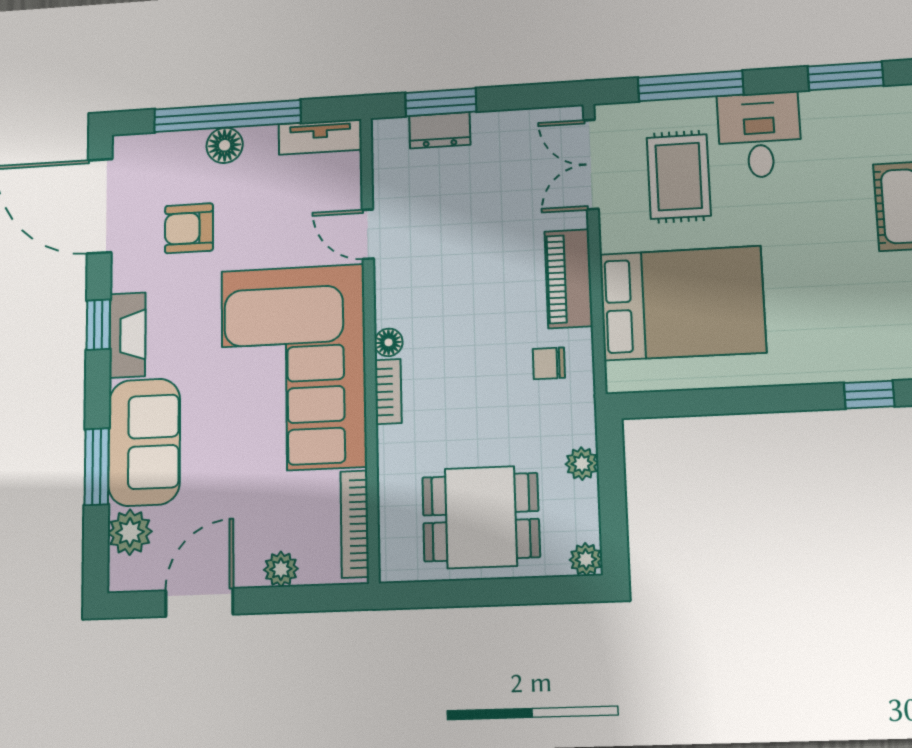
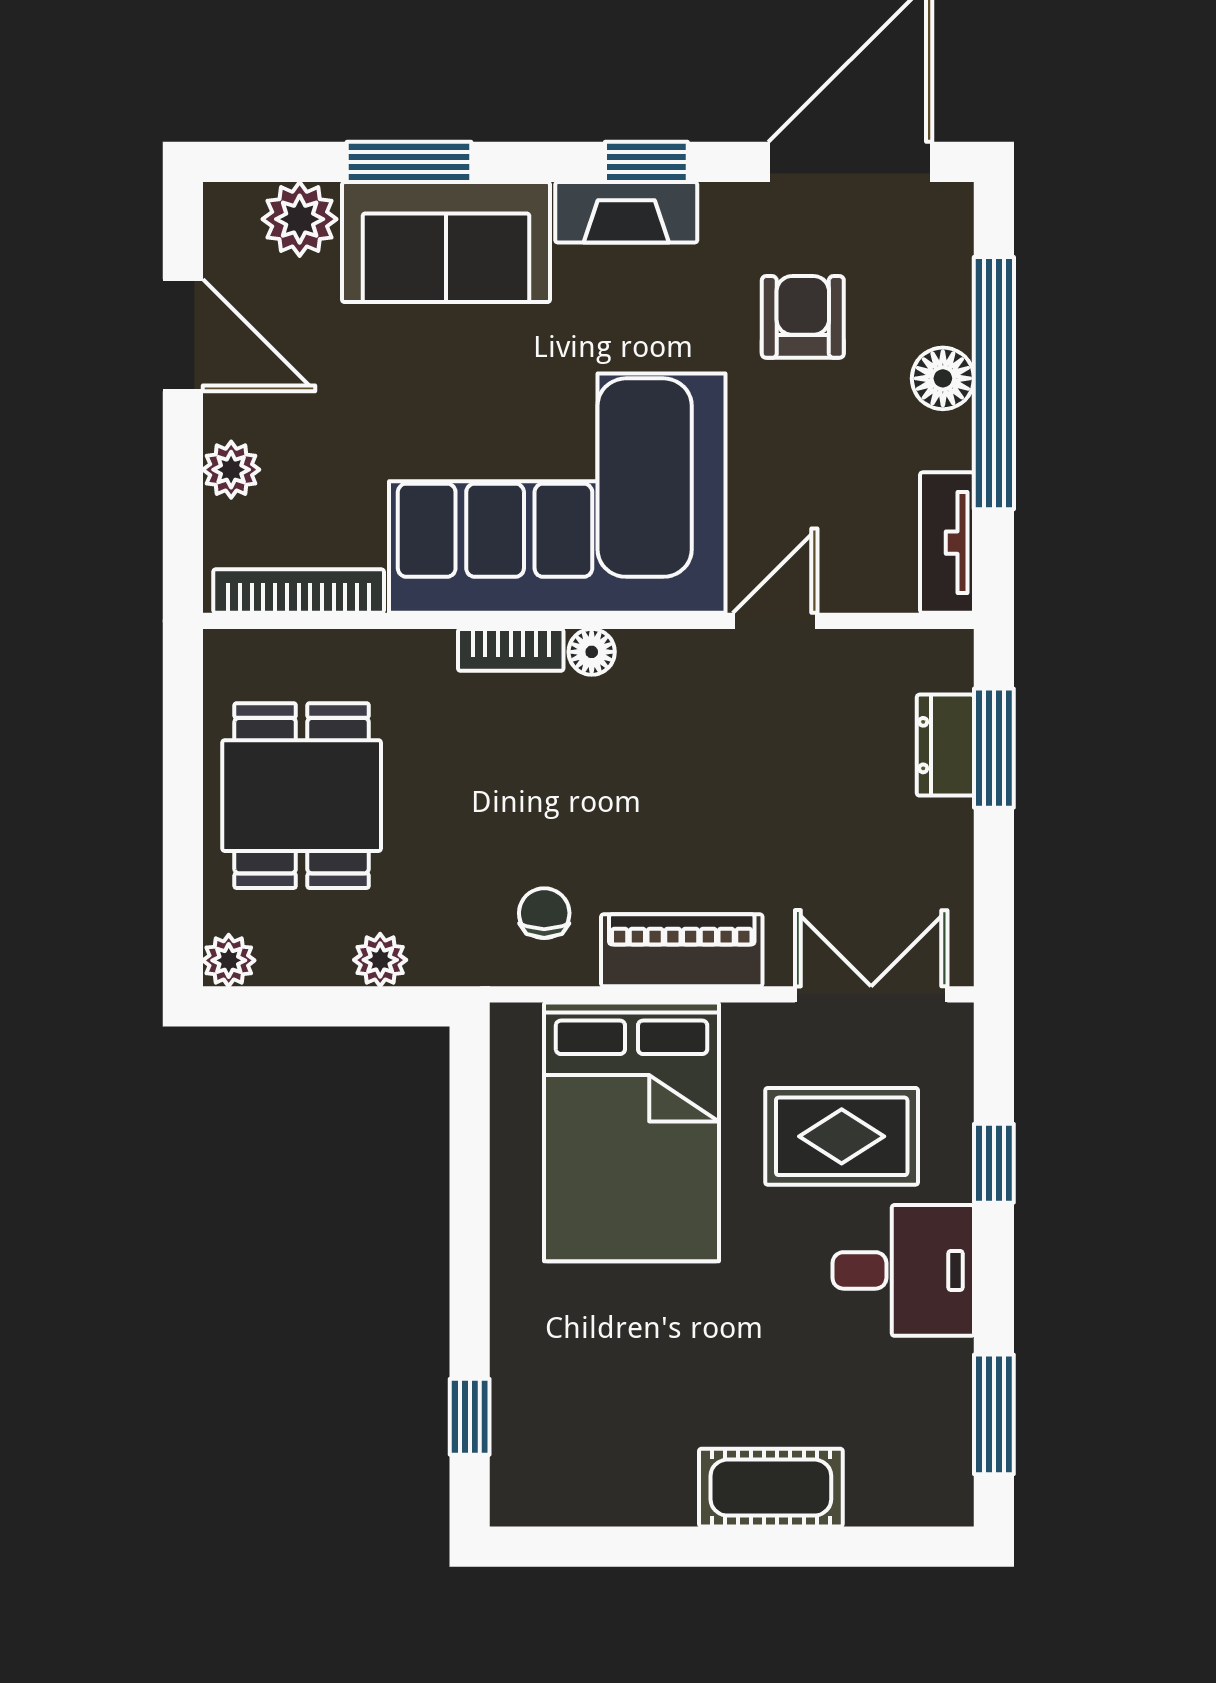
window: (691, 86) -> (994, 1163), width x0.46

